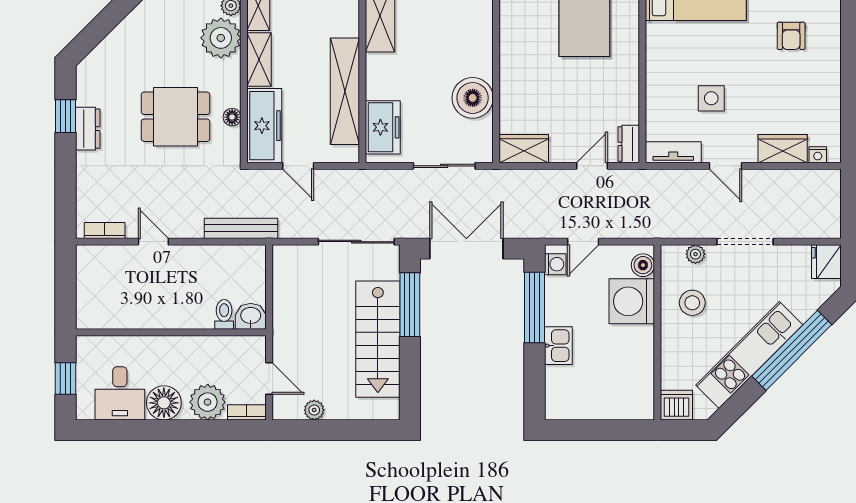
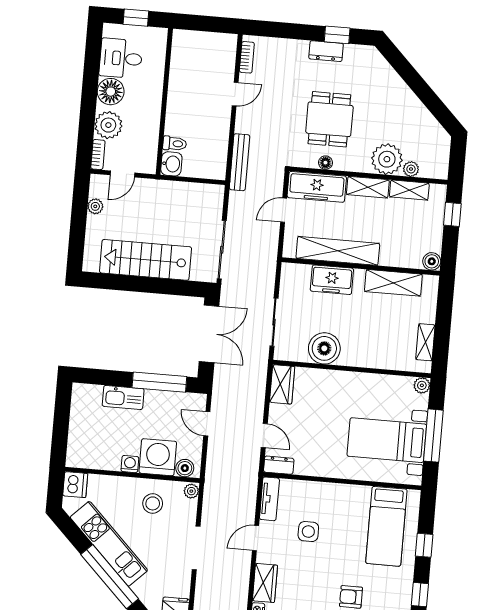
freezer: (383, 127) -> (332, 280), moved
plant: (695, 254) -> (191, 491), moved
washing machine: (555, 264) -> (130, 464), moved, turned 180
window: (410, 305) -> (170, 287), removed
kitchen sink: (558, 346) -> (123, 397), width x1.38

